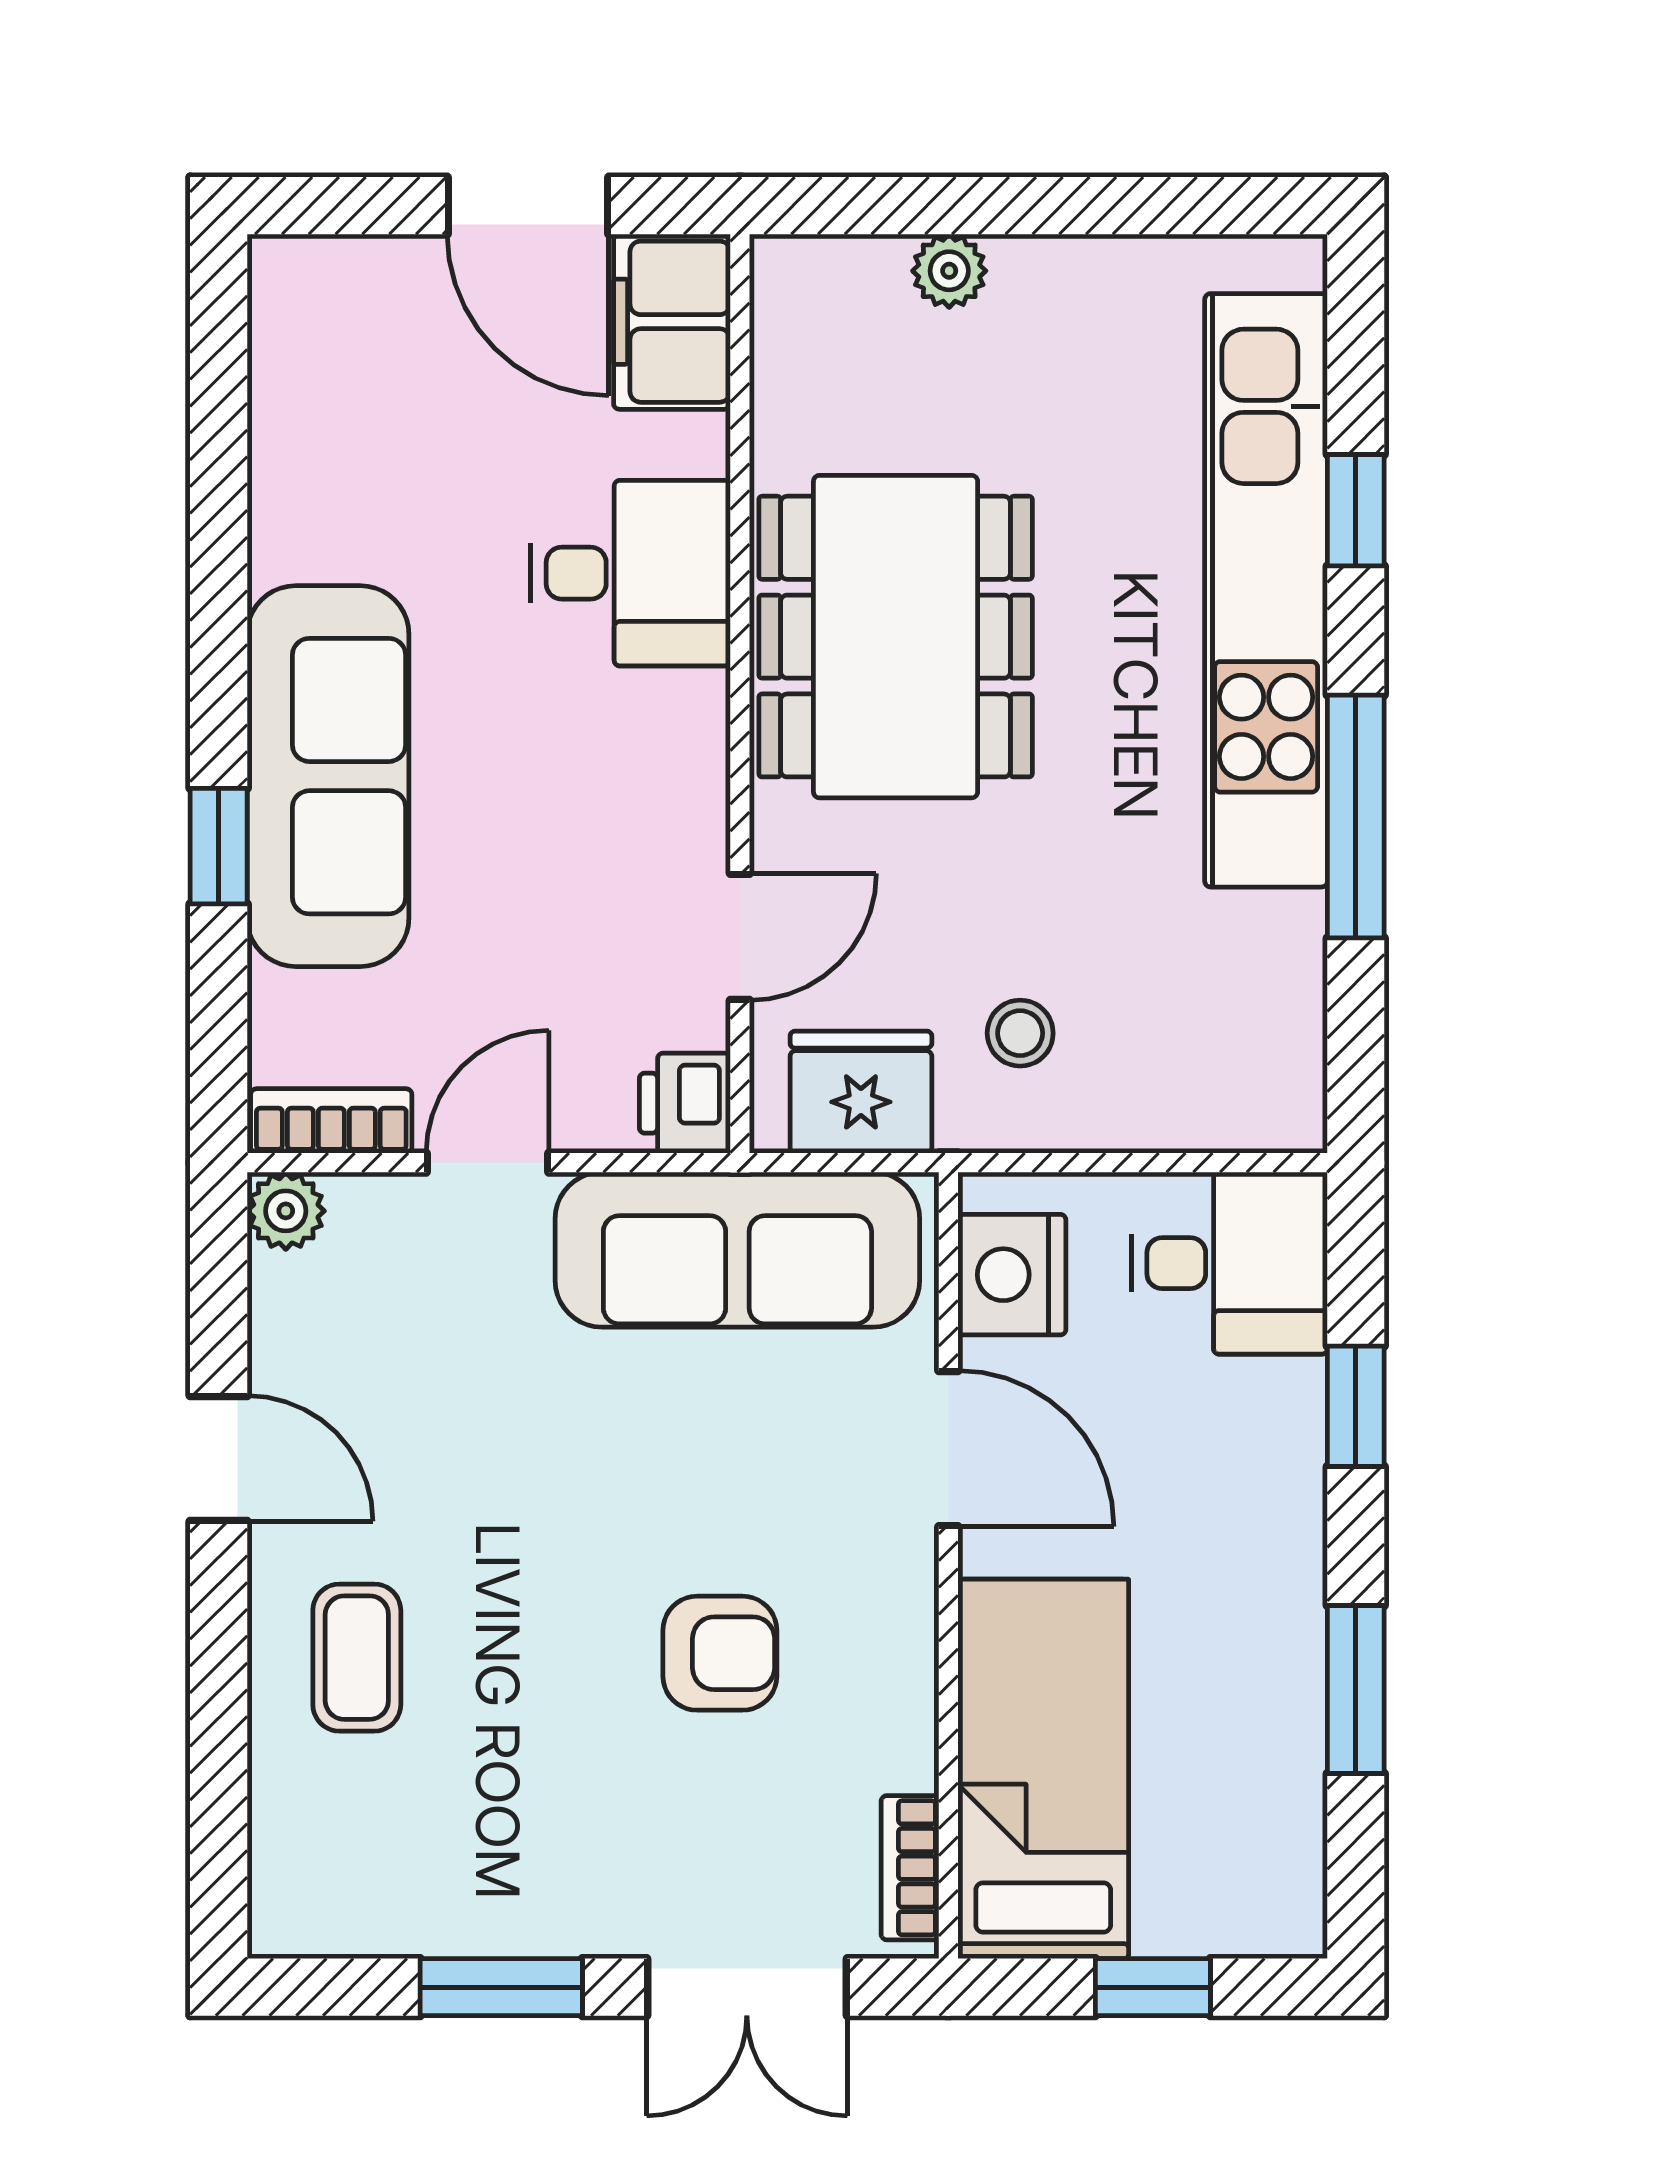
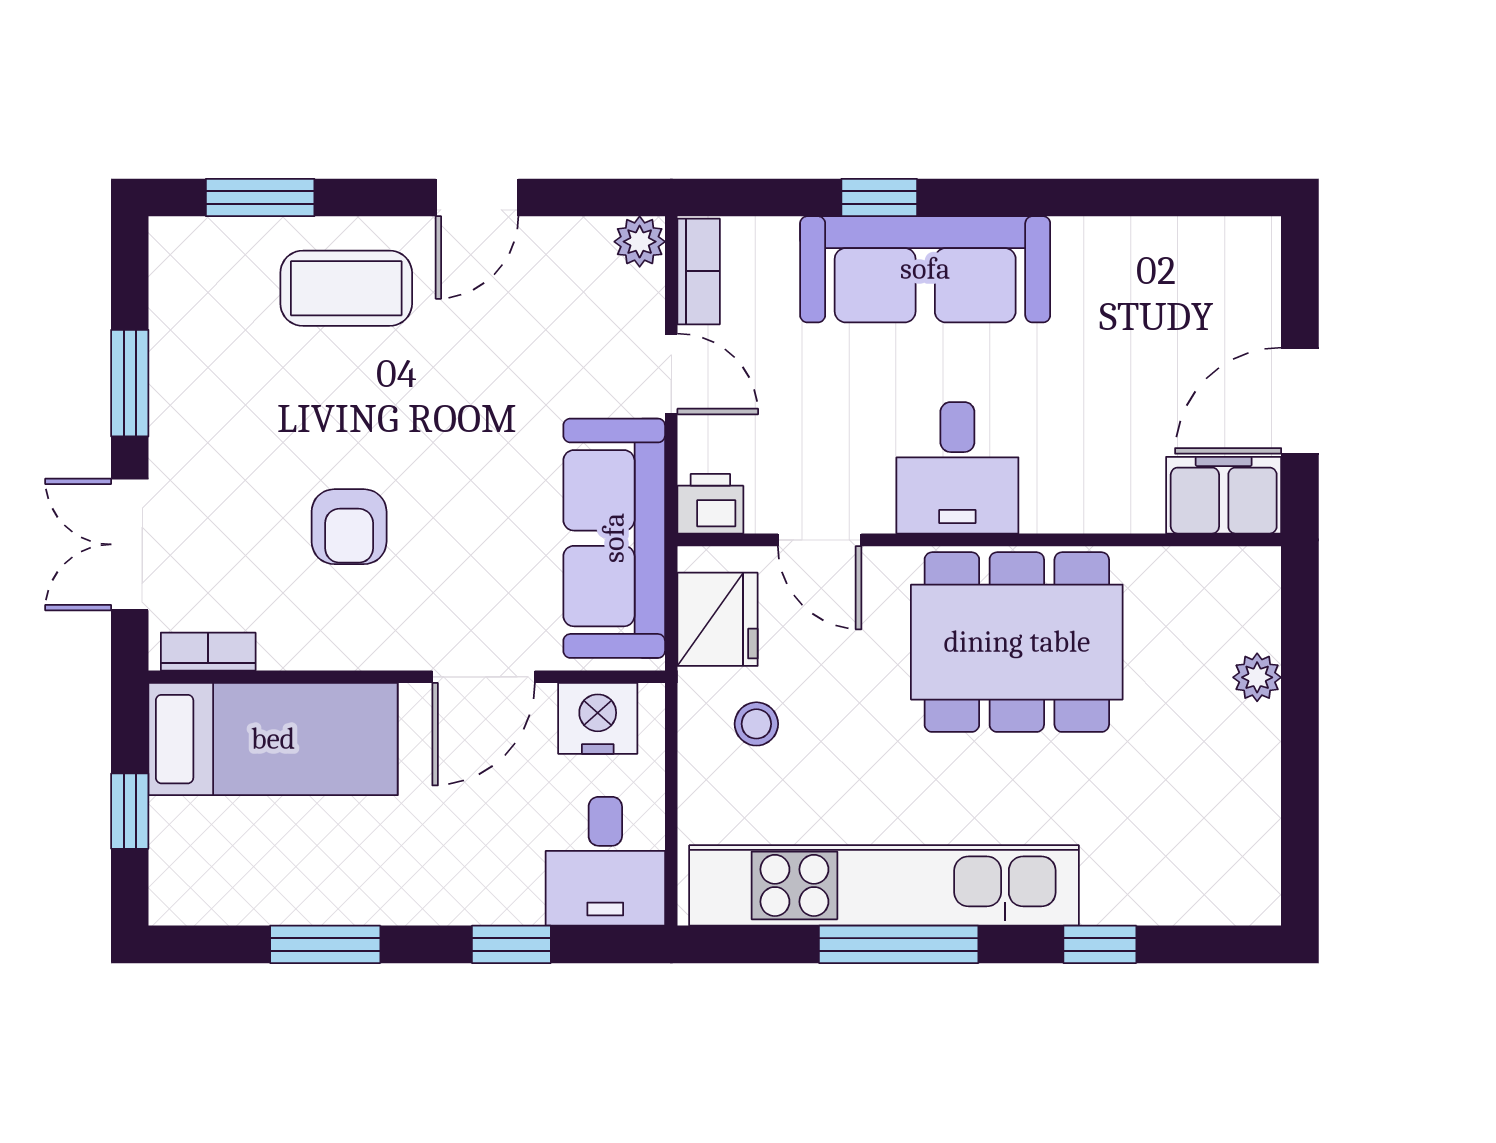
desk: (630, 573) -> (957, 468), moved
kitchen unit: (1266, 590) -> (884, 885), moved
coffee table: (357, 1658) -> (346, 288), width x1.36, depth x1.30
window: (219, 1789) -> (260, 197), added

